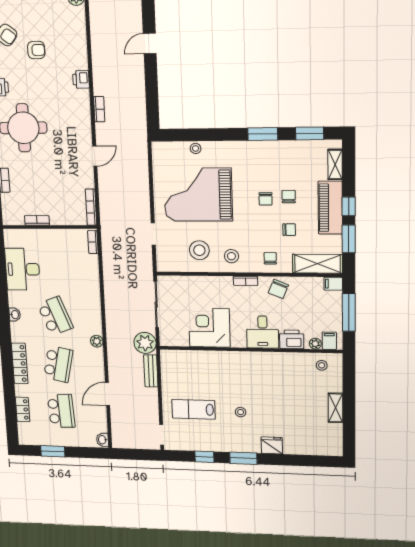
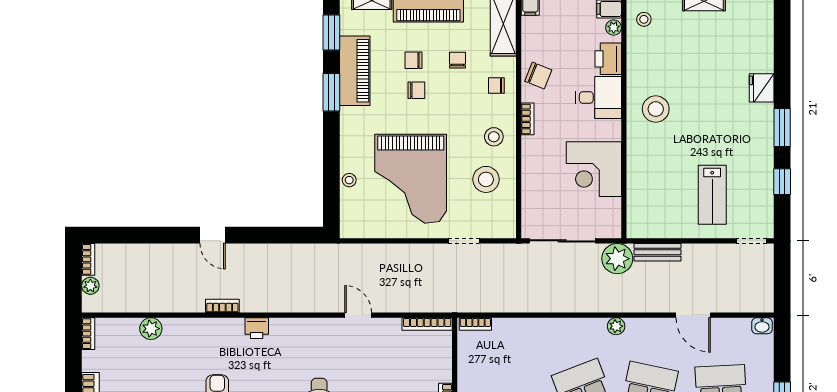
bookcase: (99, 109) -> (222, 306), moved
piano: (280, 152) -> (355, 71), added
stool: (241, 412) -> (656, 109), moved, width x1.89, depth x1.89

